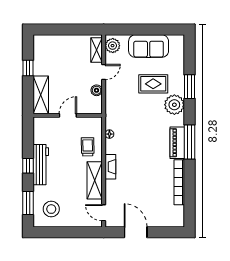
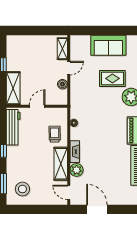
plant: (113, 46) -> (77, 170), moved
workbench: (41, 165) -> (13, 127), moved

